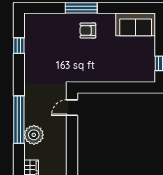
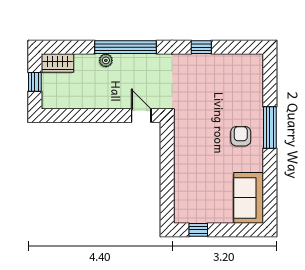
window: (19, 46) -> (201, 47), moved
plant: (34, 135) -> (106, 60), width x0.53, depth x0.53

